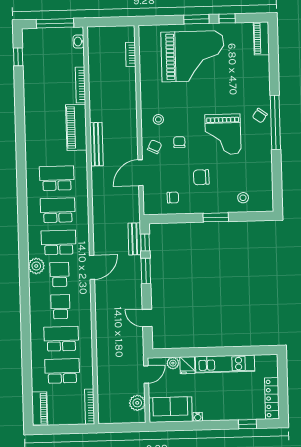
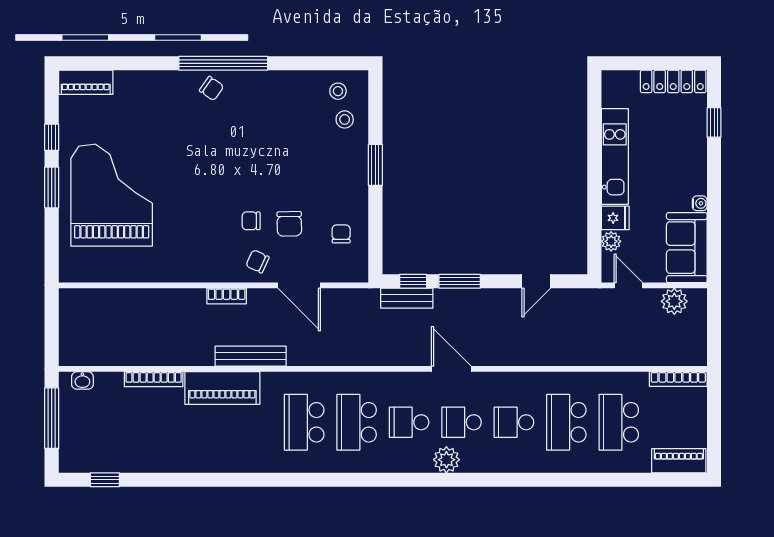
bookcase: (131, 54) -> (227, 296), moved
stool: (158, 119) -> (338, 91), moved
grand piano: (223, 134) -> (241, 149), removed
chair: (201, 177) -> (289, 224), moved
school desk: (59, 242) -> (409, 422), width x0.54

